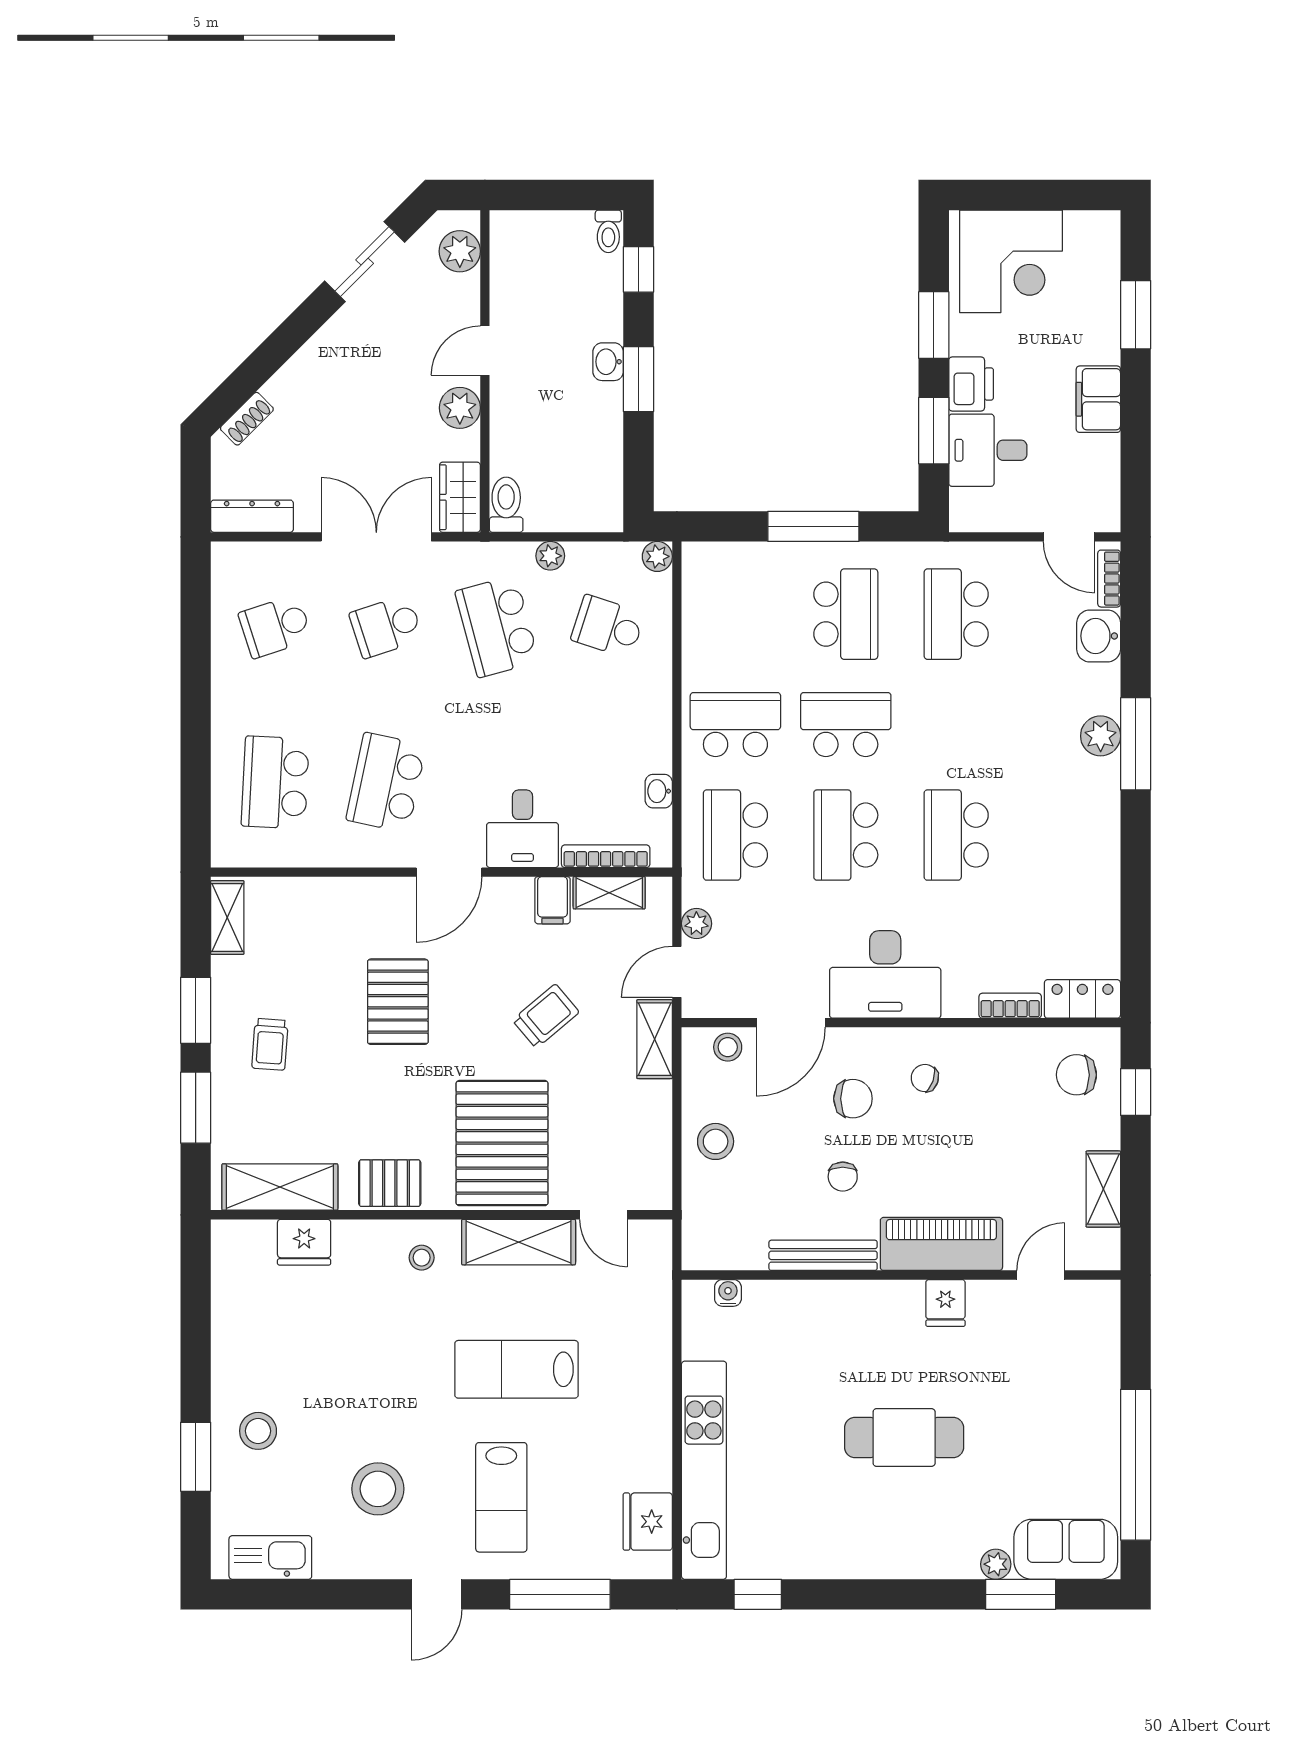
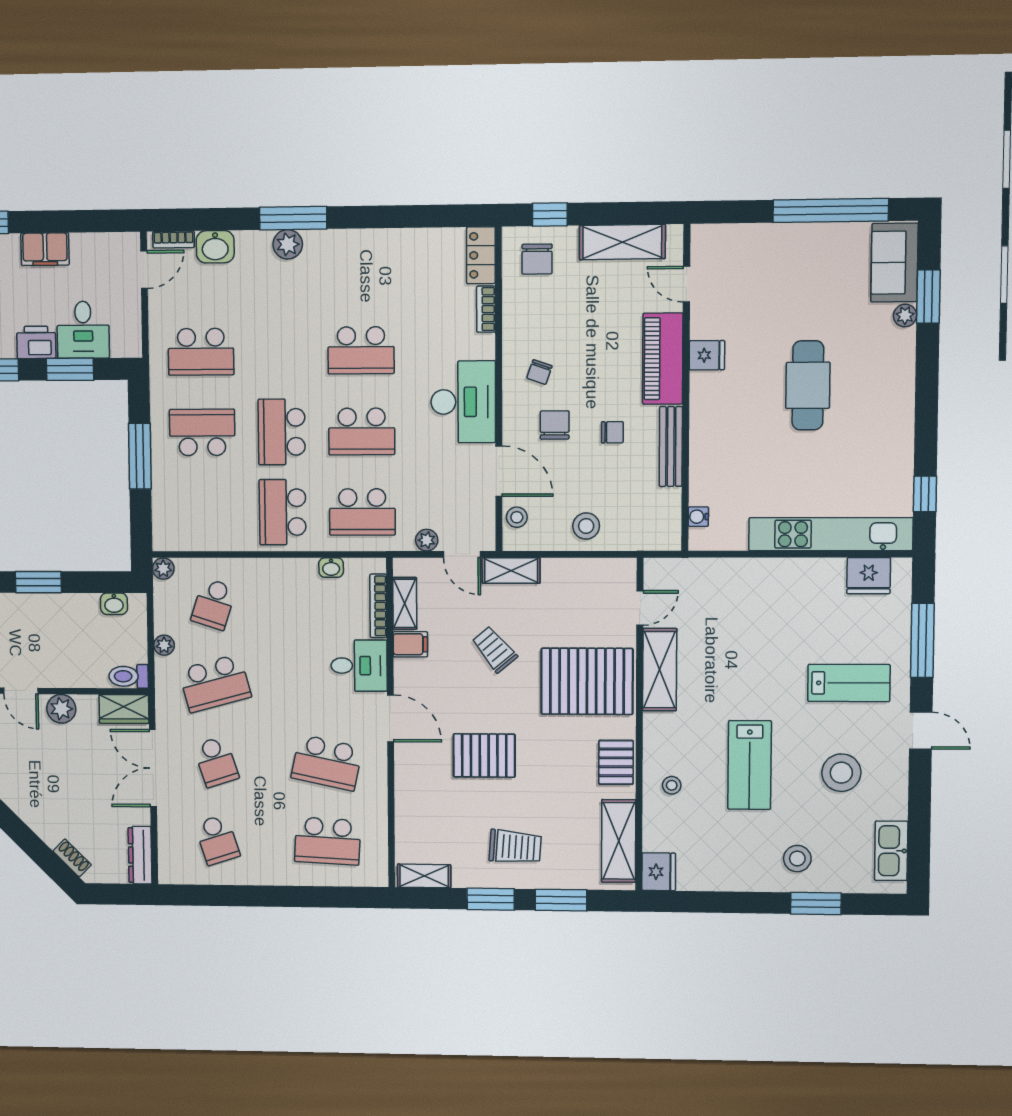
washbasin: (608, 362) -> (114, 604), moved
trolley: (270, 1044) -> (515, 847), width x1.36, depth x1.39
shelving: (1103, 1189) -> (622, 242), width x1.50, depth x1.33
fridge: (304, 1242) -> (659, 872), moved
stool: (422, 1258) -> (672, 785), moved
lab bench: (517, 1369) -> (750, 765), moved

